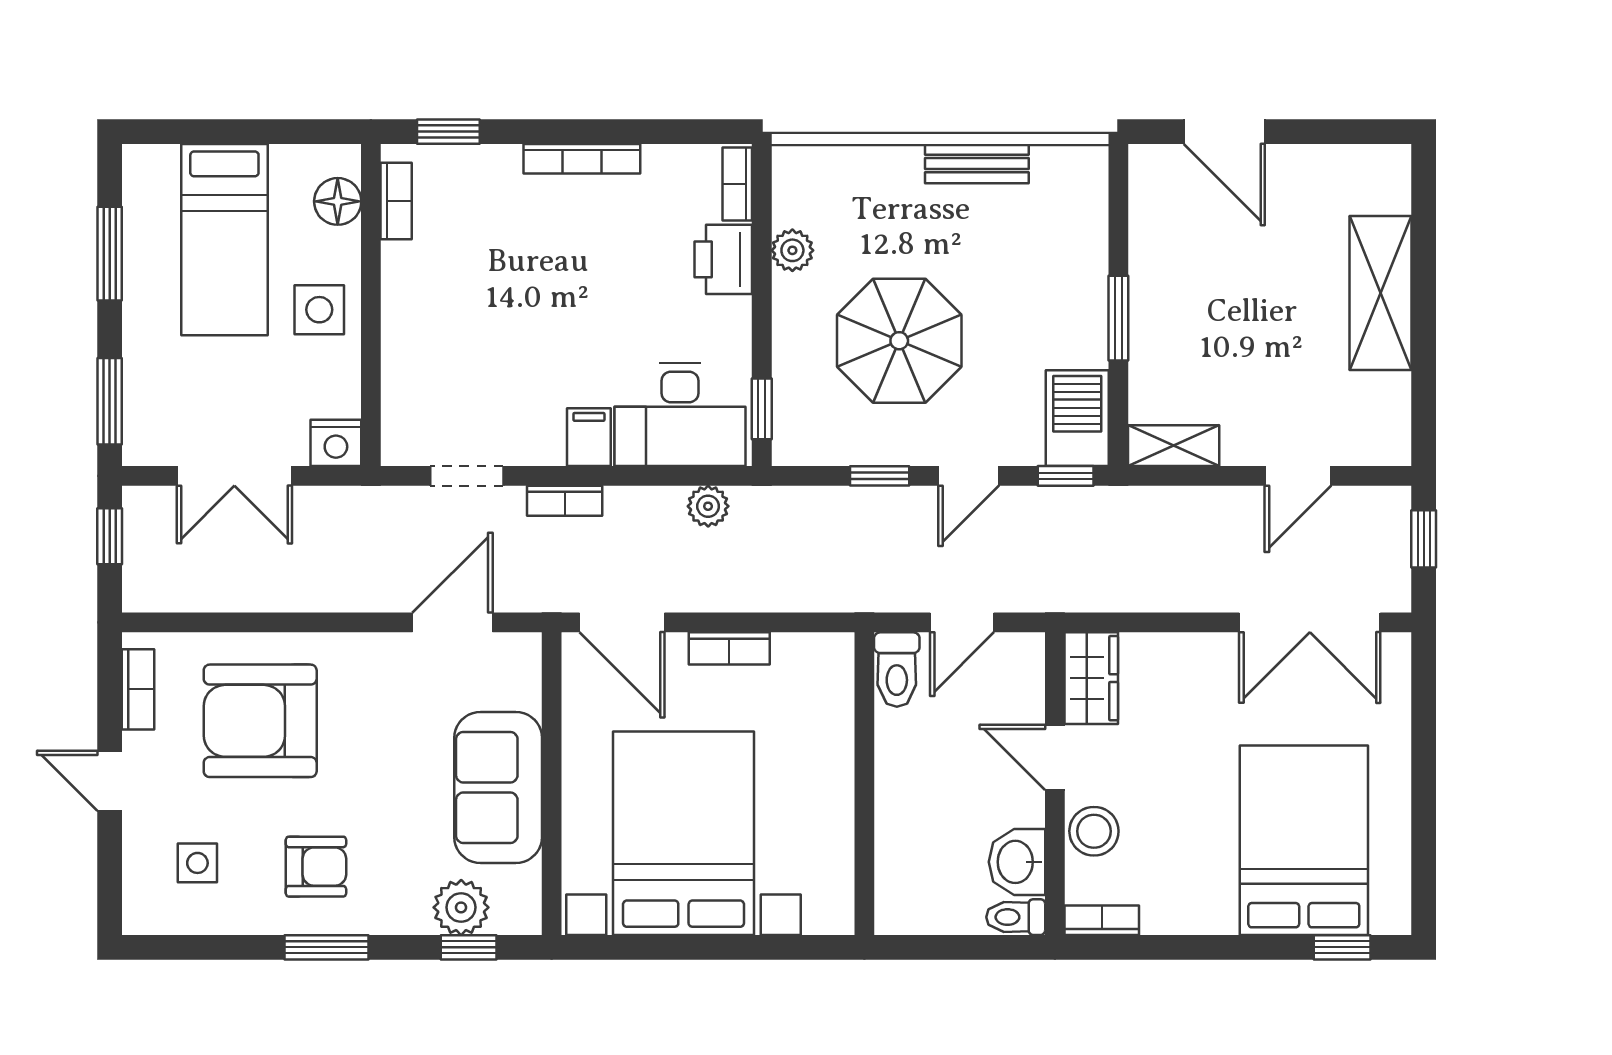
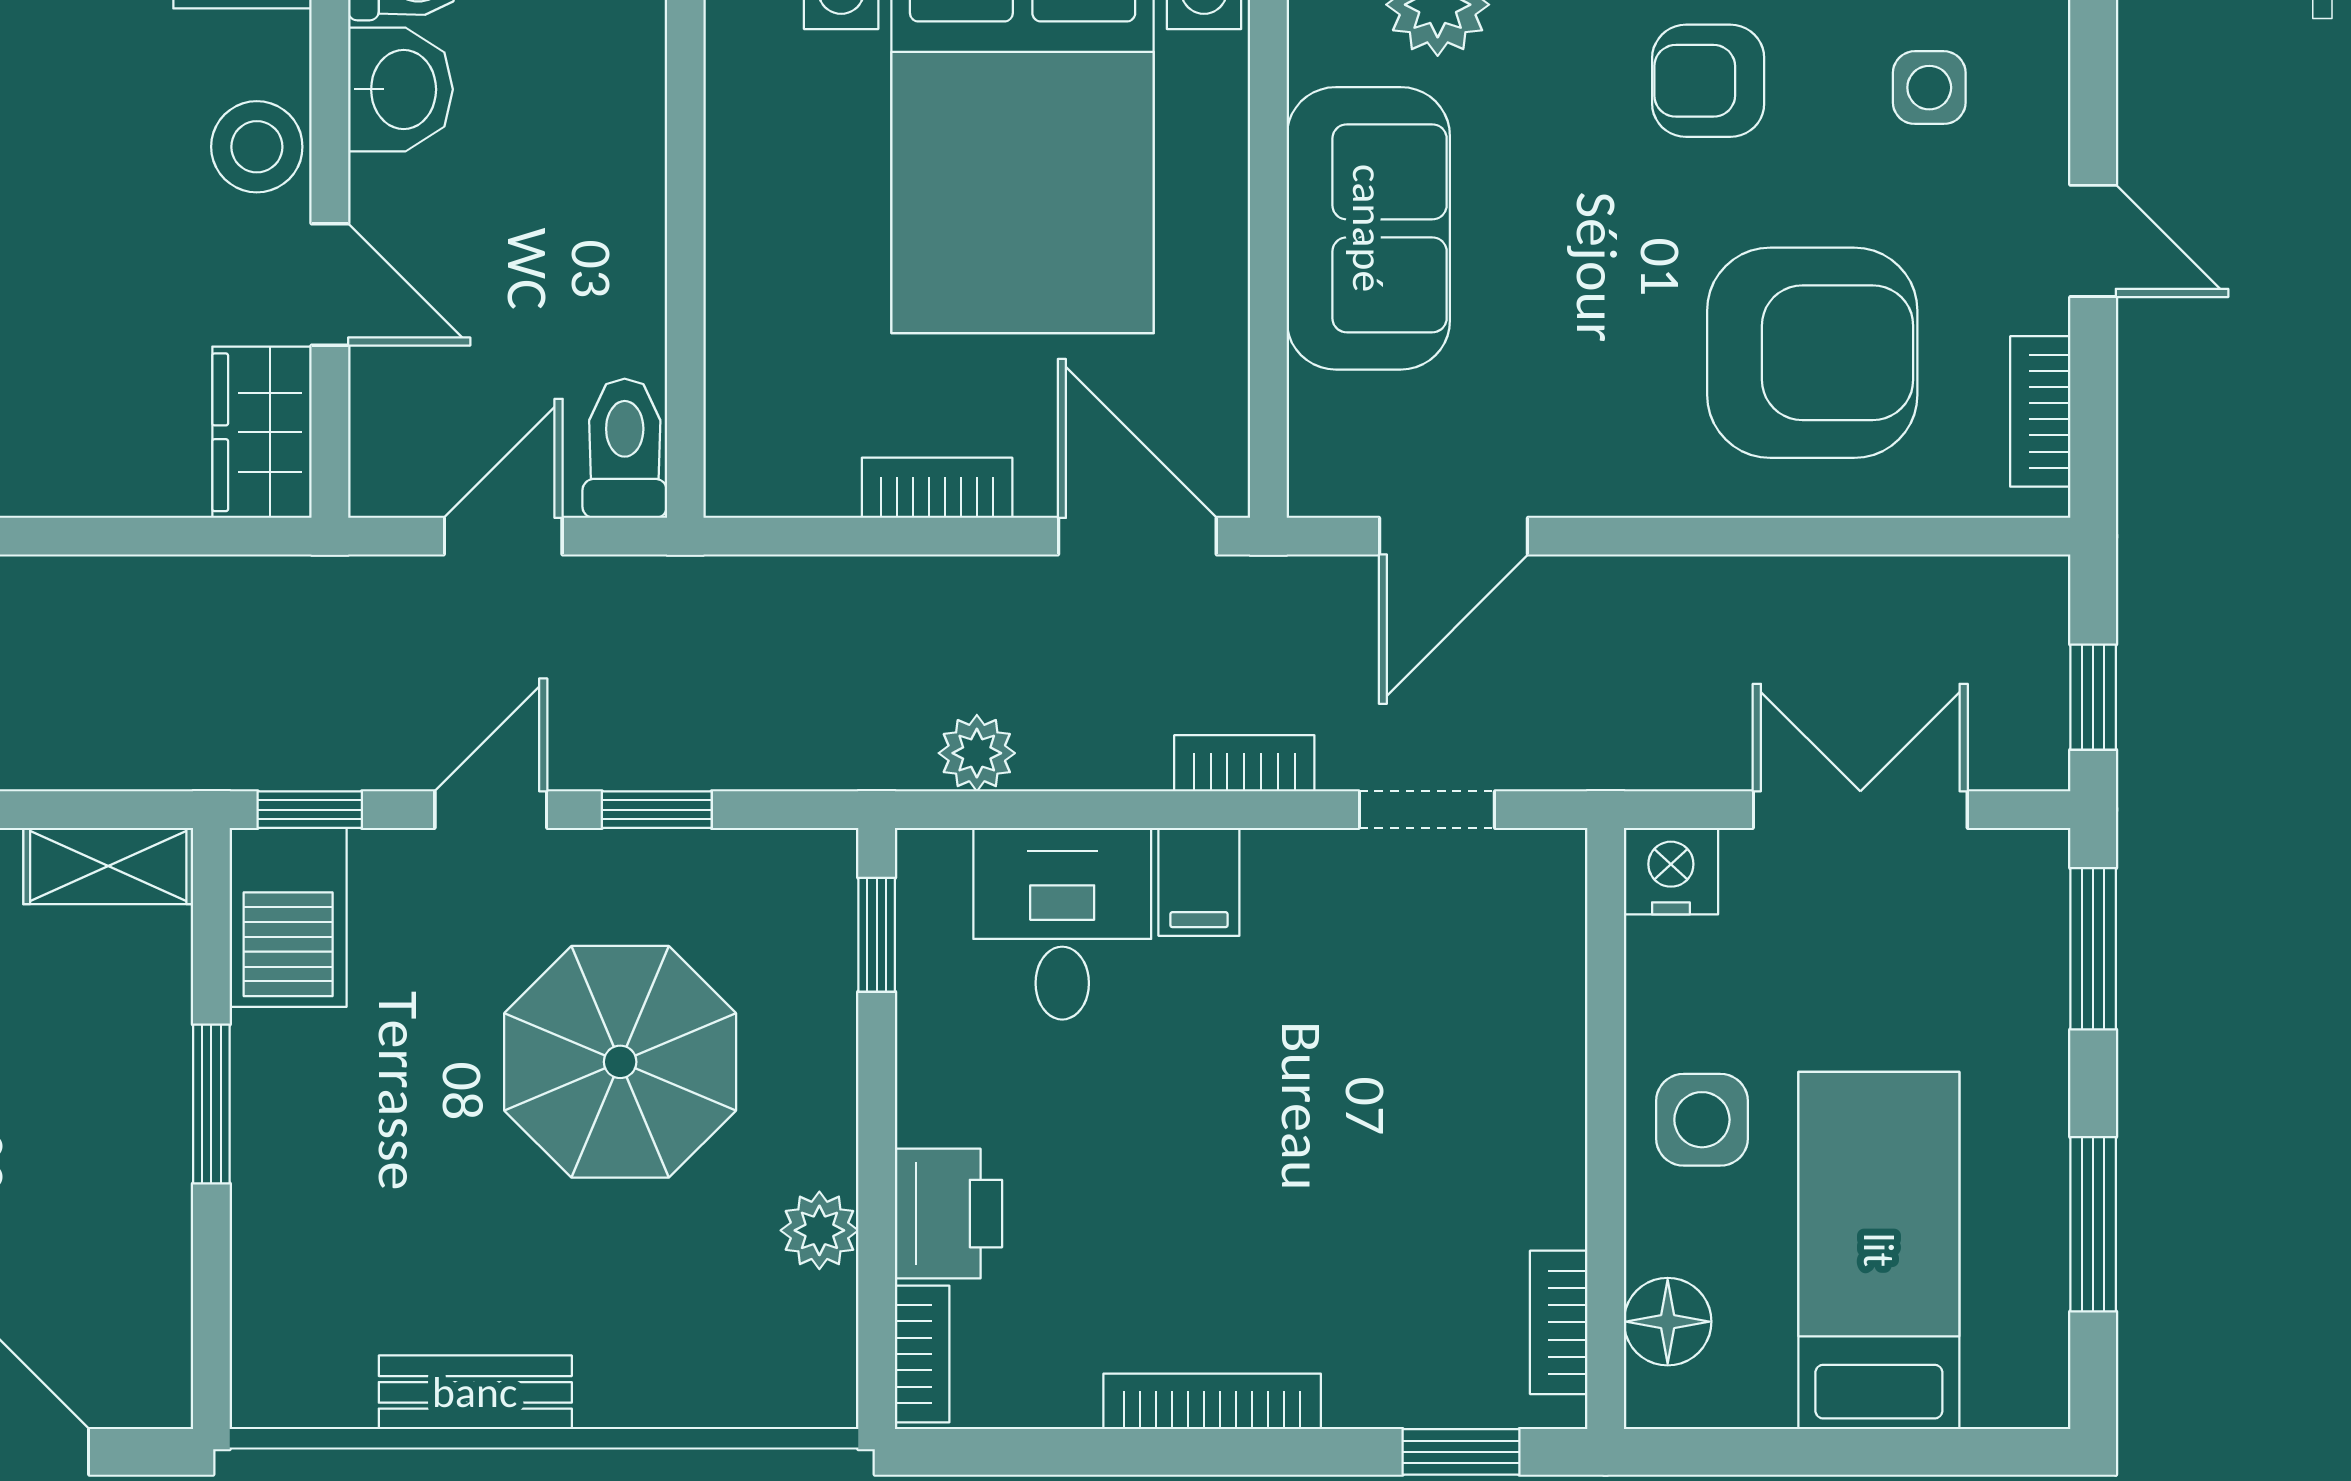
desk: (680, 415) -> (1062, 924), width x0.73

